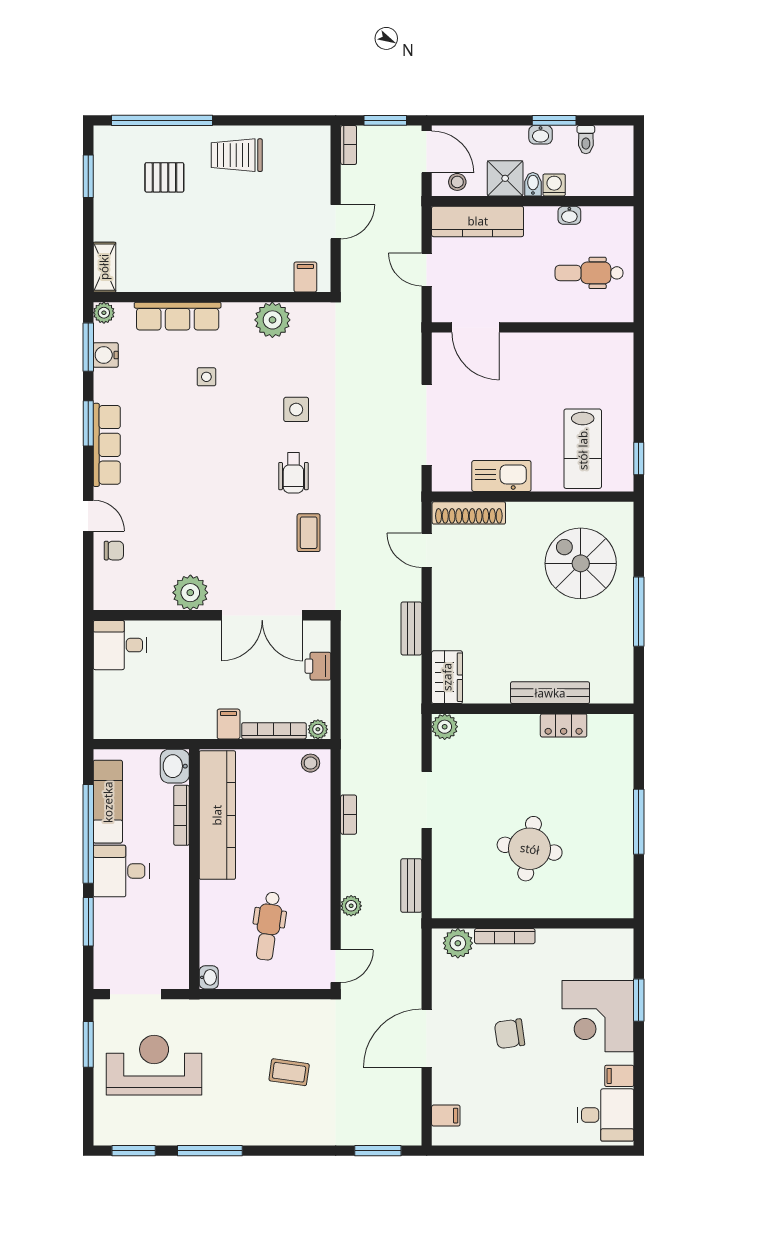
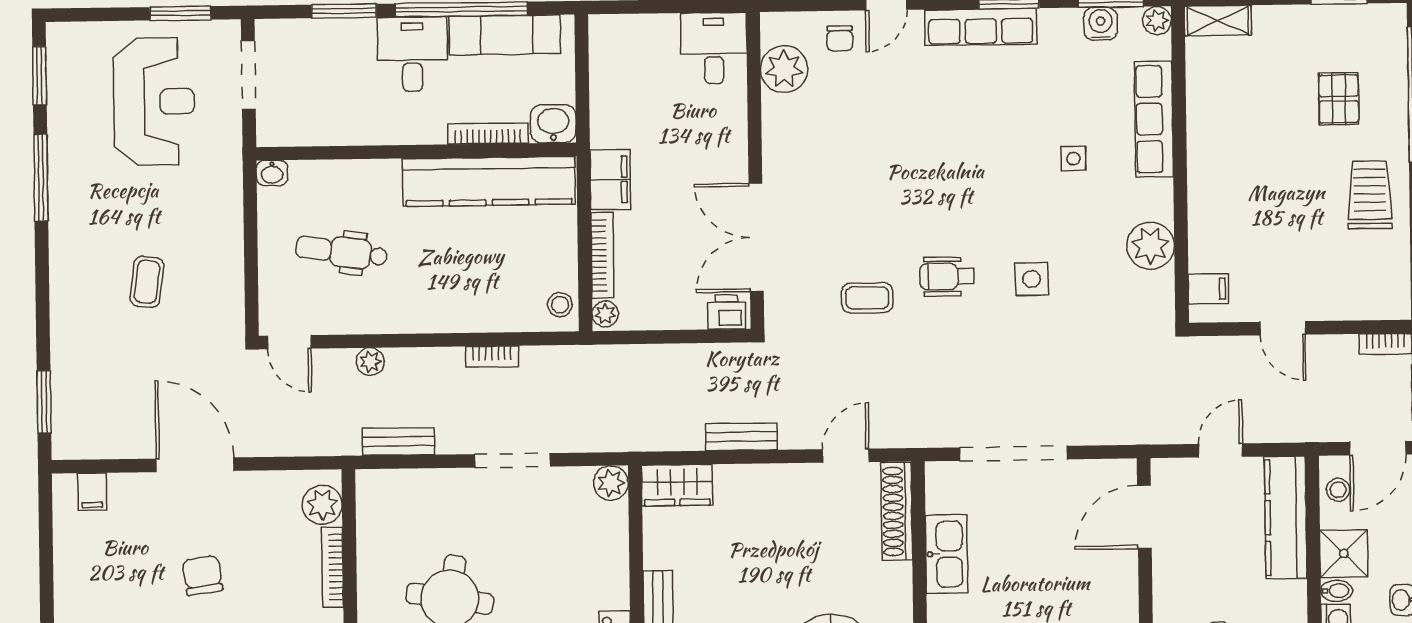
plant: (190, 593) -> (784, 69), moved
printer: (318, 666) -> (727, 312), moved
filing cabinet: (229, 724) -> (610, 180), width x2.00

